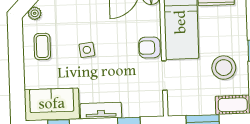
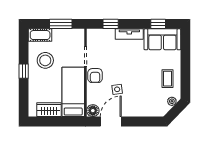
armchair: (149, 47) -> (95, 76), turned 90
side table: (87, 50) -> (117, 89), moved

